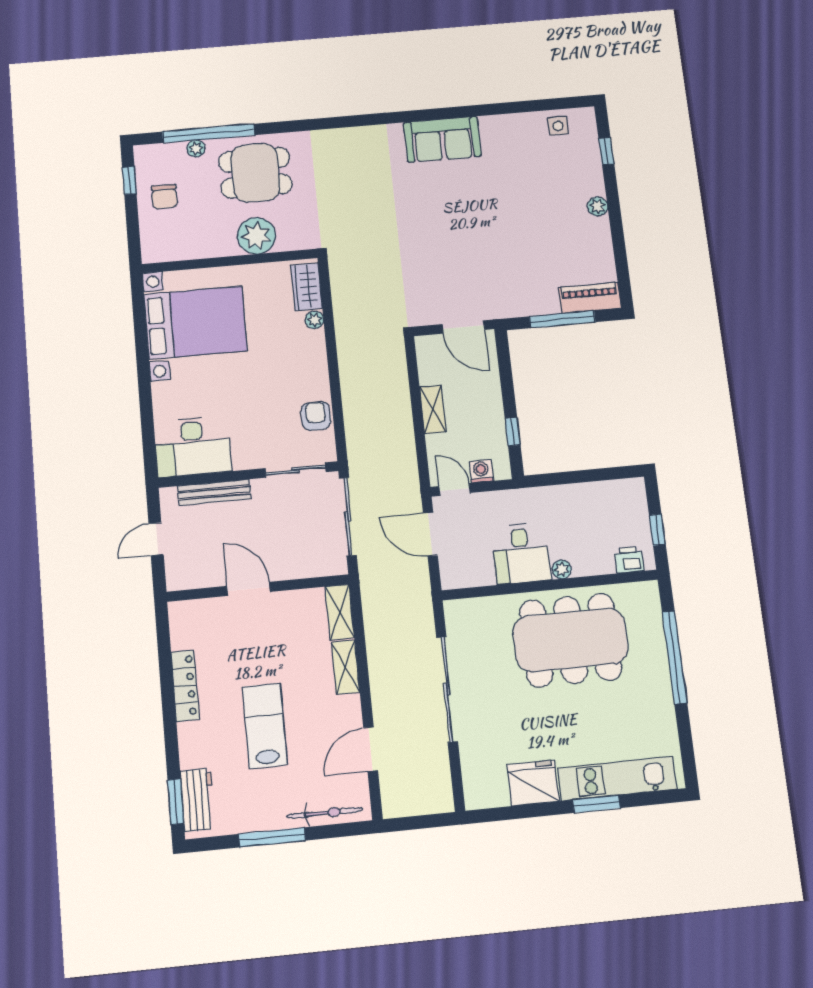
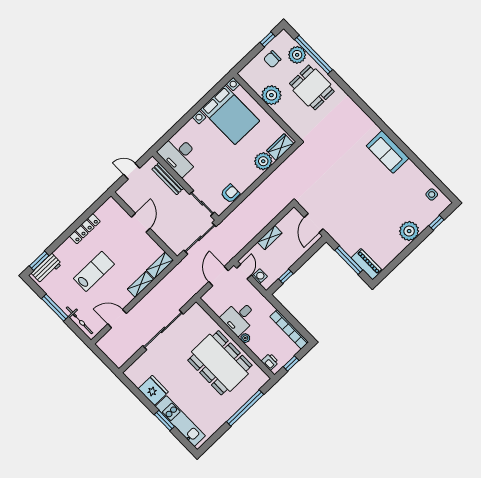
plant: (196, 149) -> (297, 55), width x1.87, depth x1.87
plant: (598, 206) -> (409, 231), width x1.87, depth x1.87
plant: (256, 236) -> (271, 95), moved
plant: (314, 320) -> (263, 161), width x1.87, depth x1.87
bookcase: (601, 491) -> (289, 329), added

